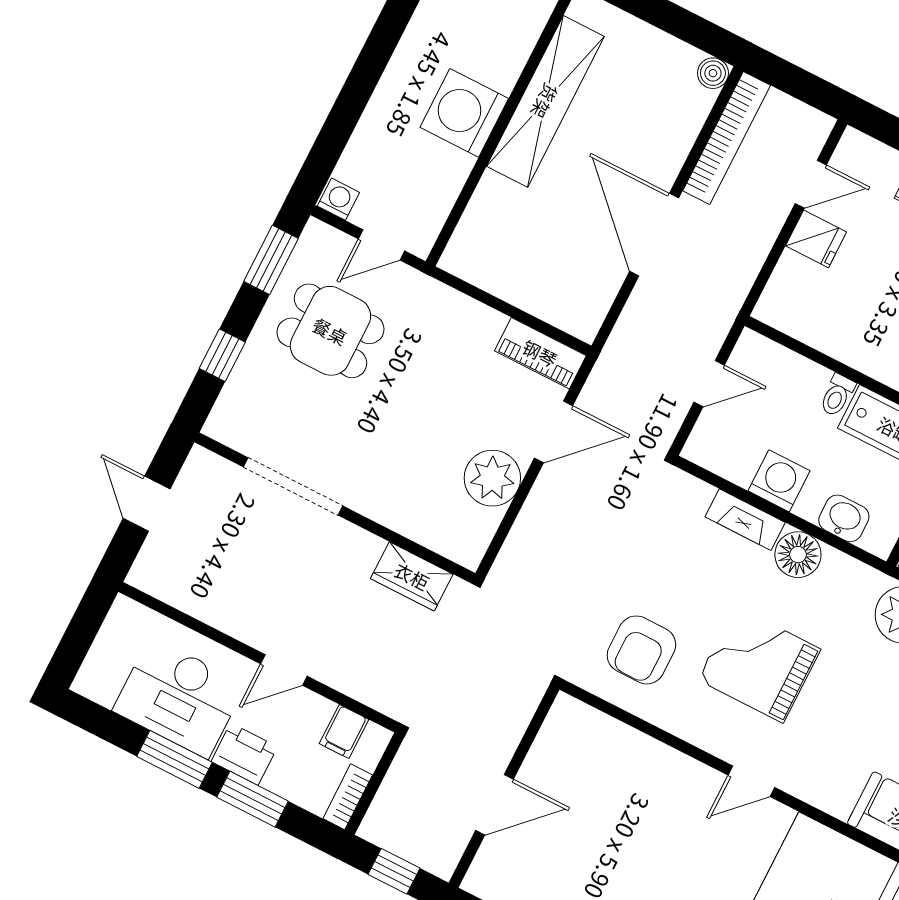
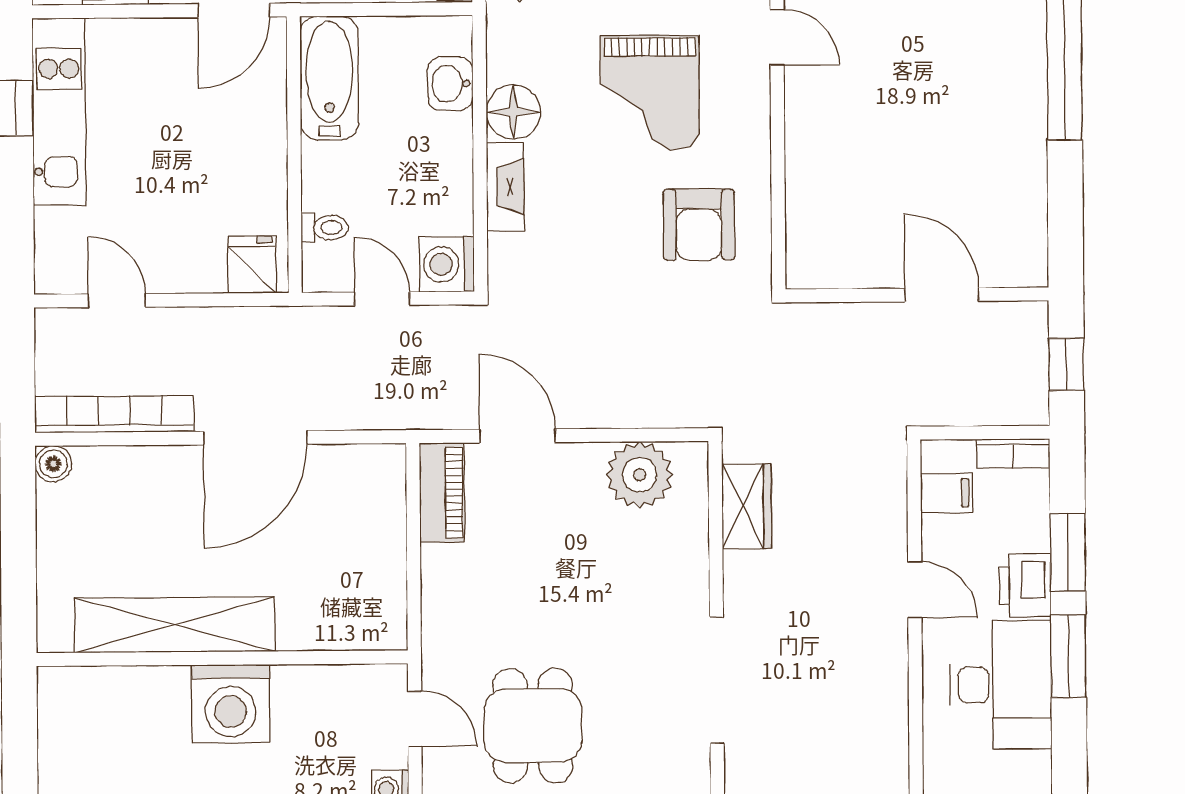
fridge: (816, 239) -> (252, 265), moved
toilet: (837, 395) -> (325, 228), moved
plant: (492, 478) -> (639, 475), moved
washing machine: (779, 481) -> (447, 264), moved
armchair: (641, 650) -> (699, 225), turned 90

